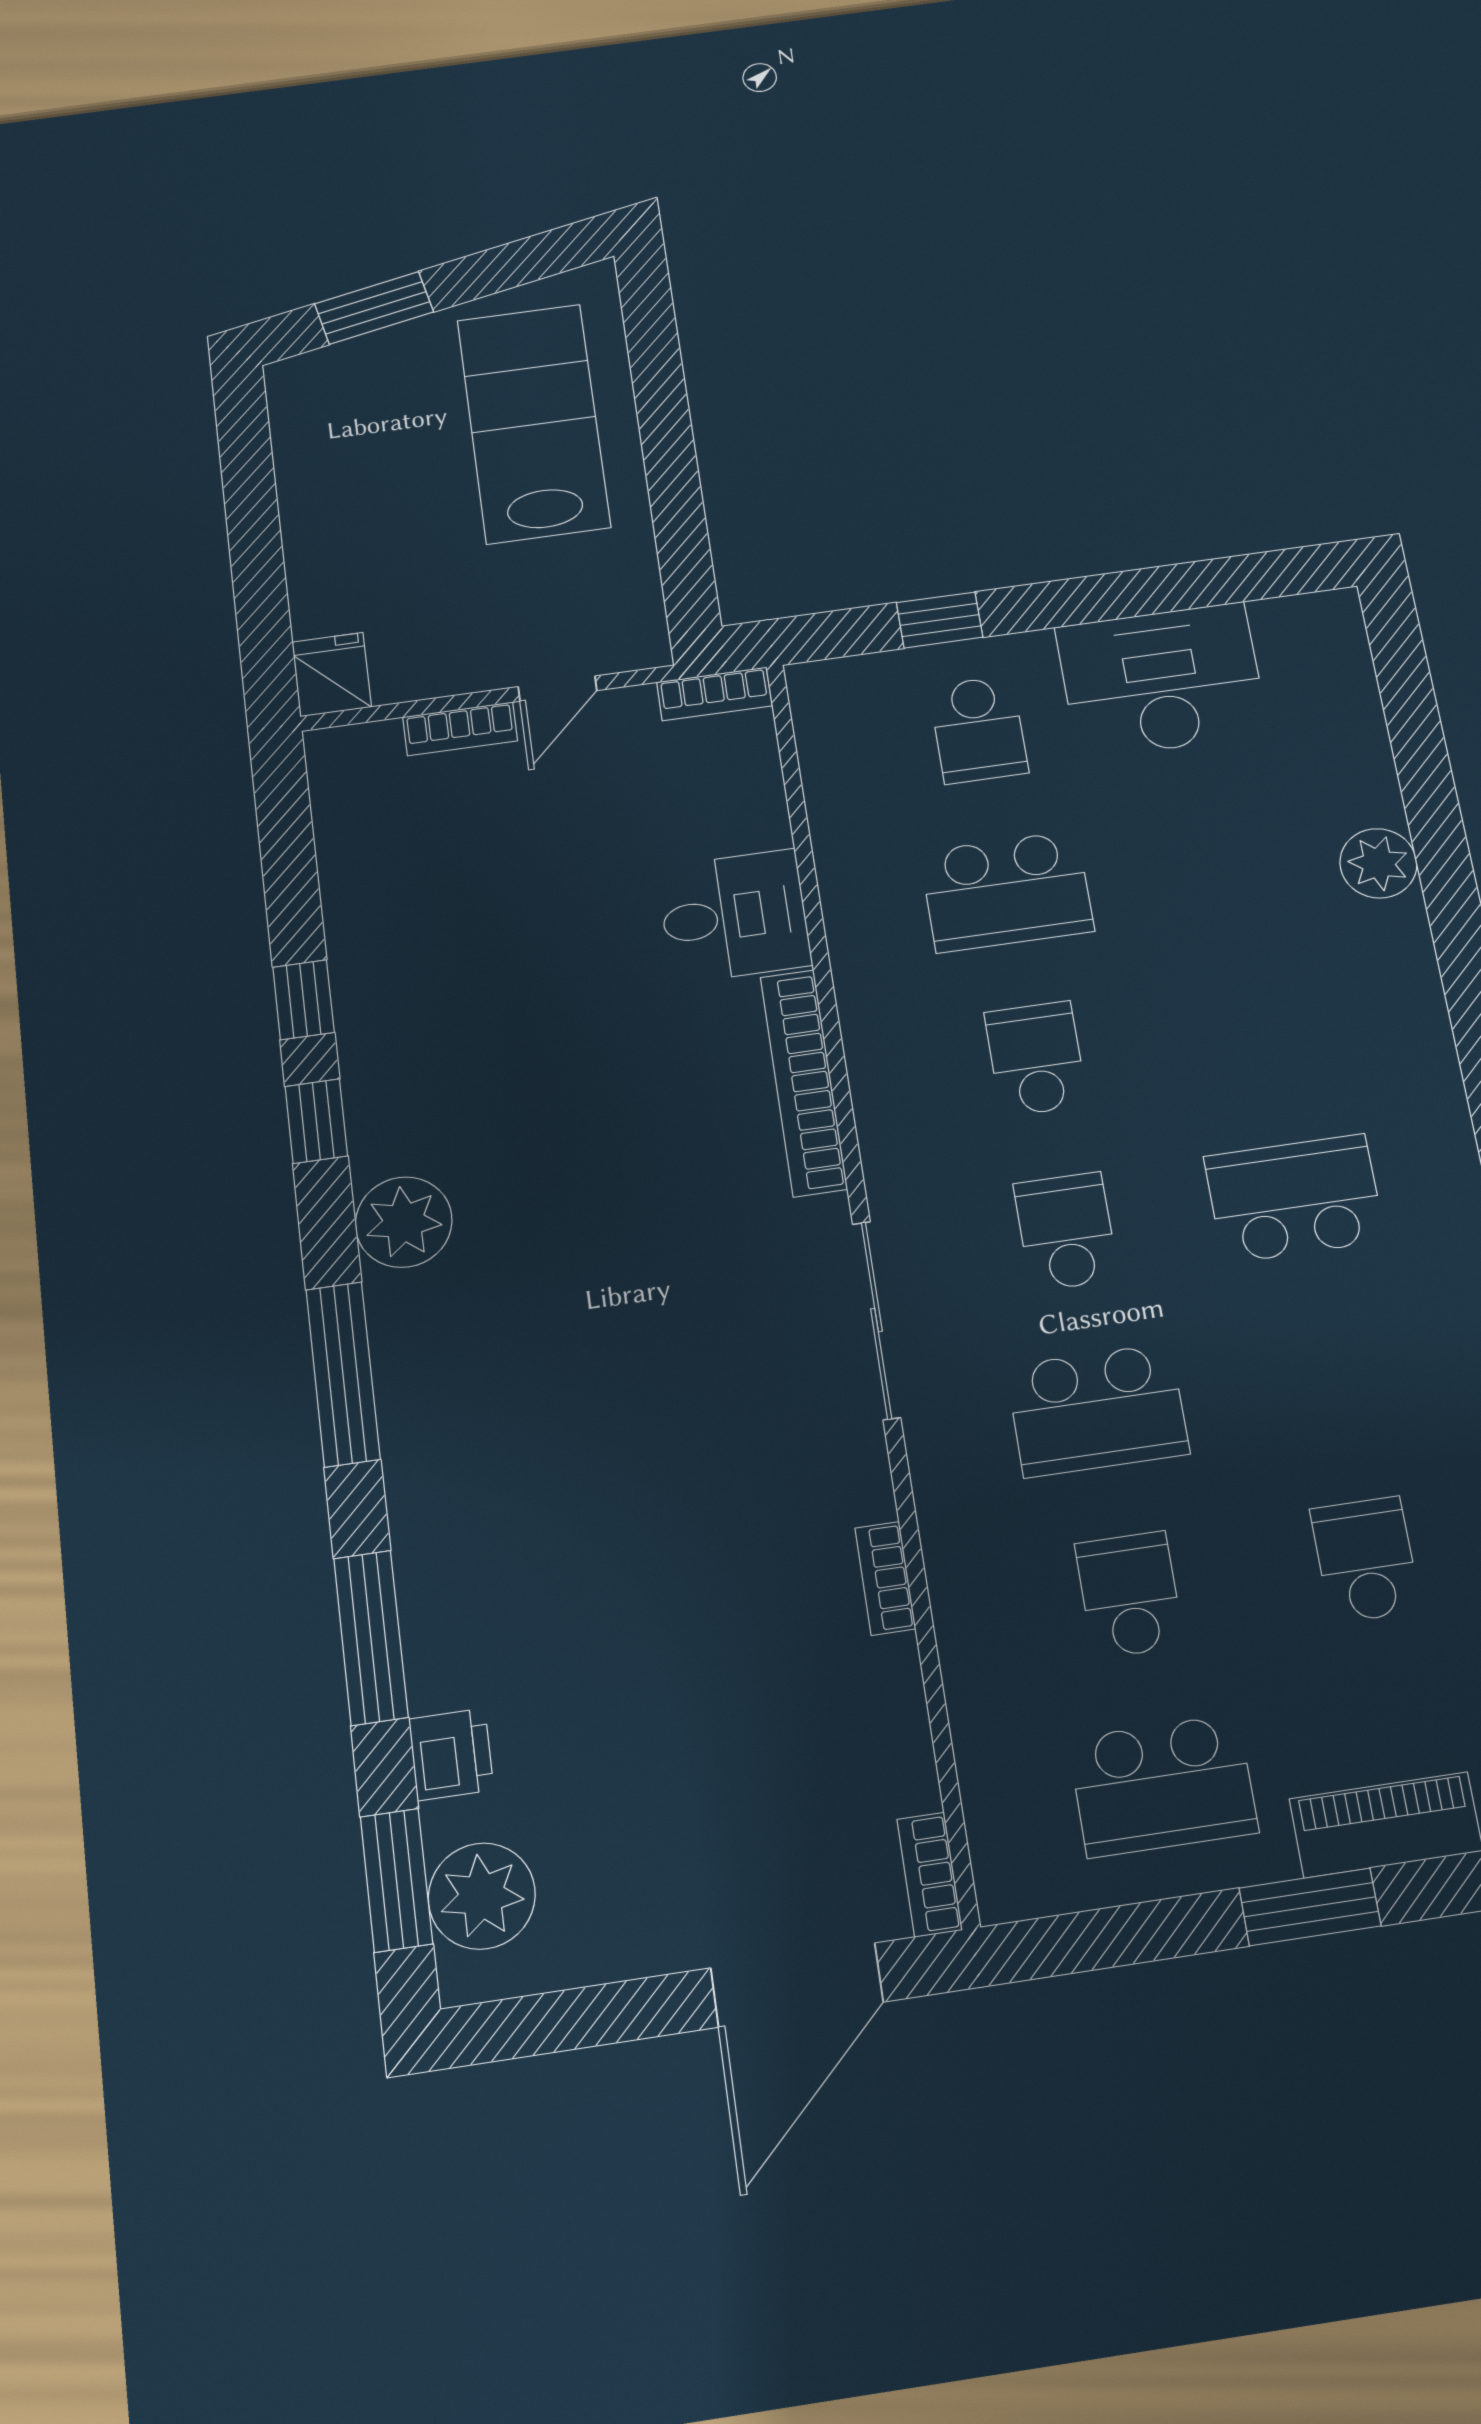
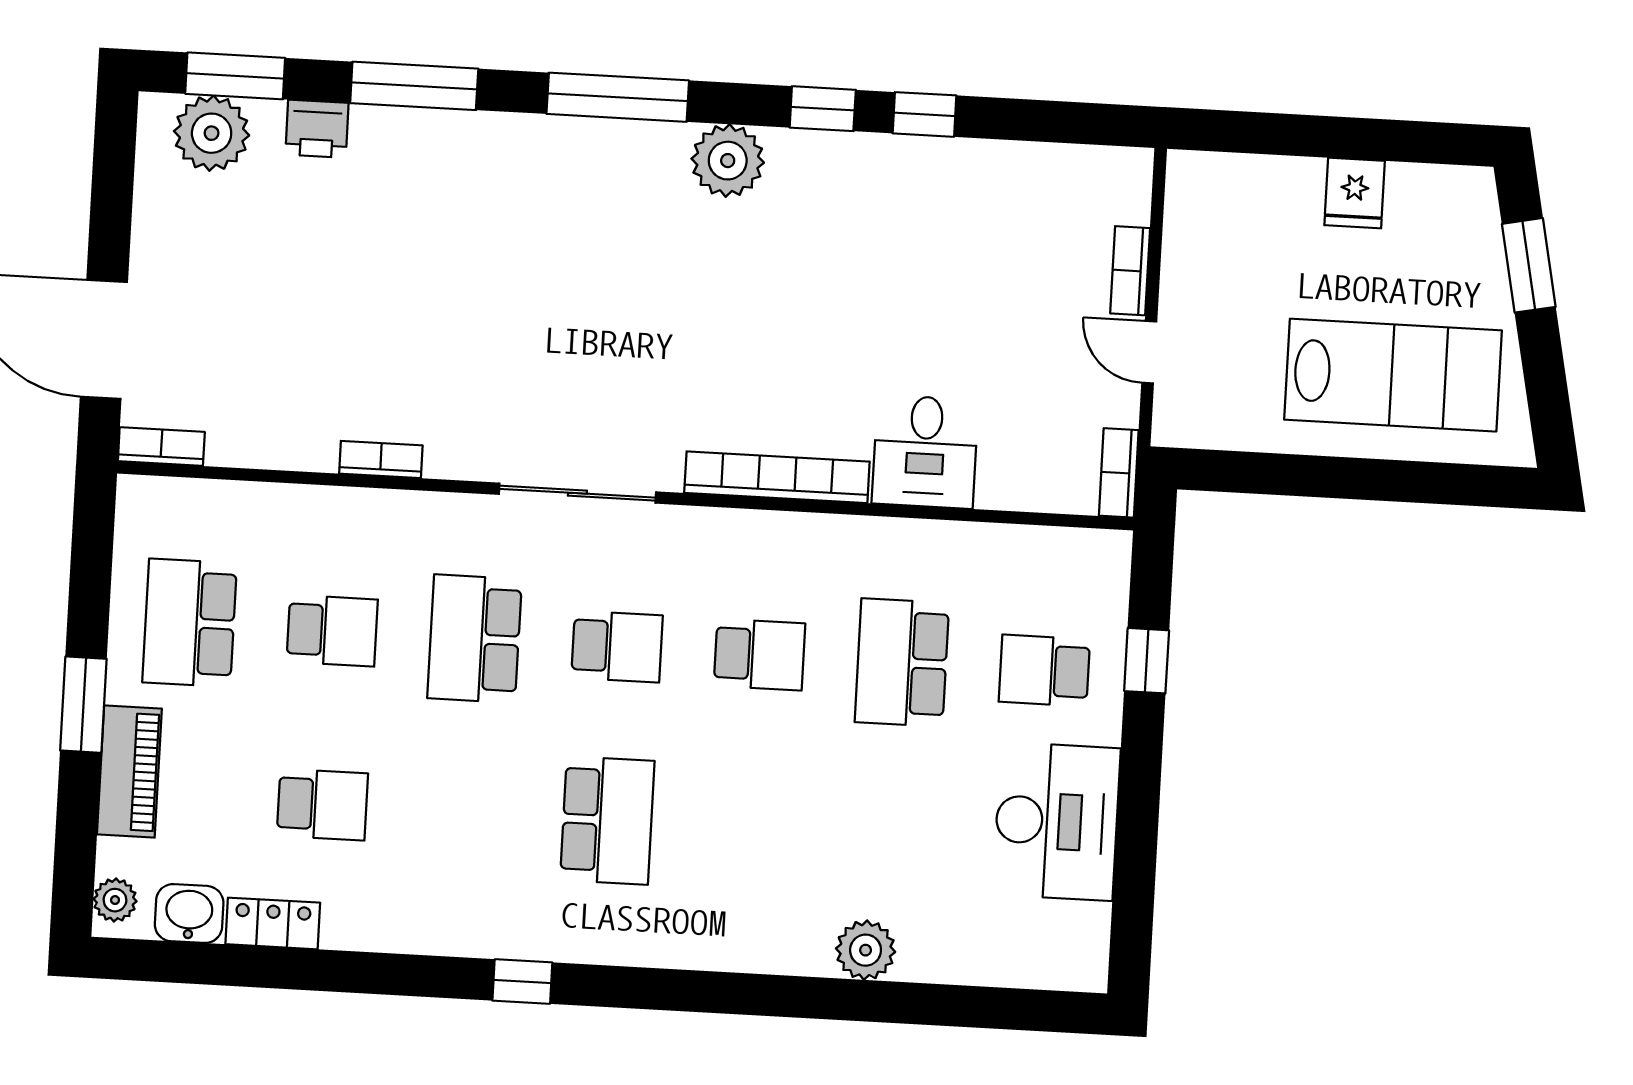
fridge: (332, 675) -> (1355, 193), moved, turned 90

